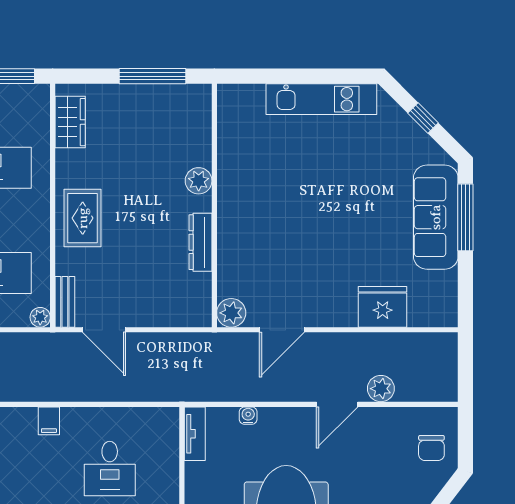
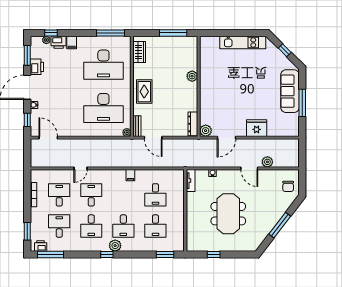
window: (465, 217) -> (302, 103), moved
dresser: (200, 242) -> (193, 124), moved
fridge: (383, 307) -> (257, 128), moved
door: (337, 404) -> (249, 168), hinge flipped

